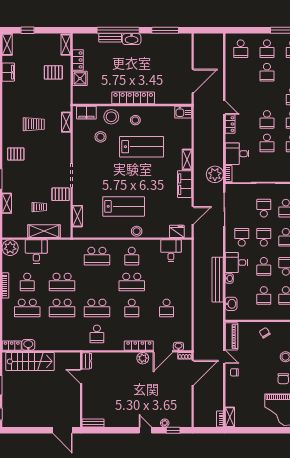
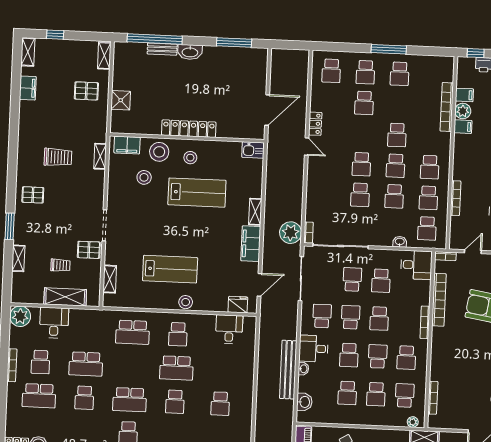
window: (118, 30) -> (155, 39), moved
locker: (78, 60) -> (119, 76), removed
locker: (230, 124) -> (315, 124), moved
desk: (237, 154) -> (321, 207), removed
school desk: (62, 308) -> (84, 398), width x0.54

